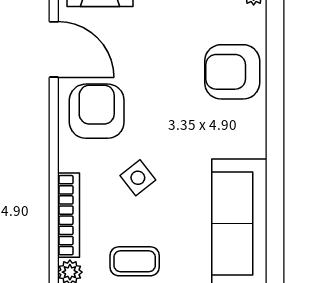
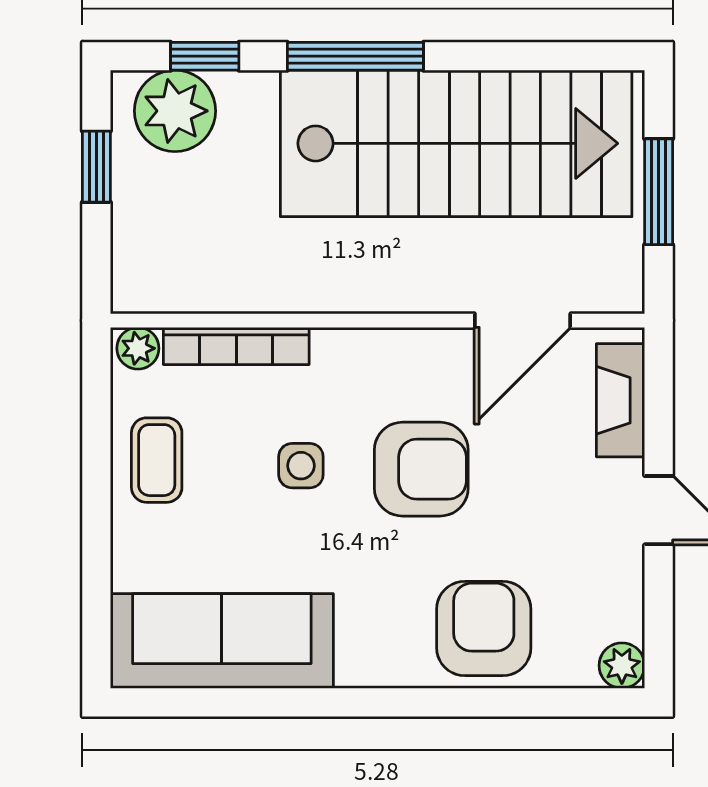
armchair: (97, 111) -> (421, 469), moved
side table: (138, 178) -> (301, 466), turned 38

